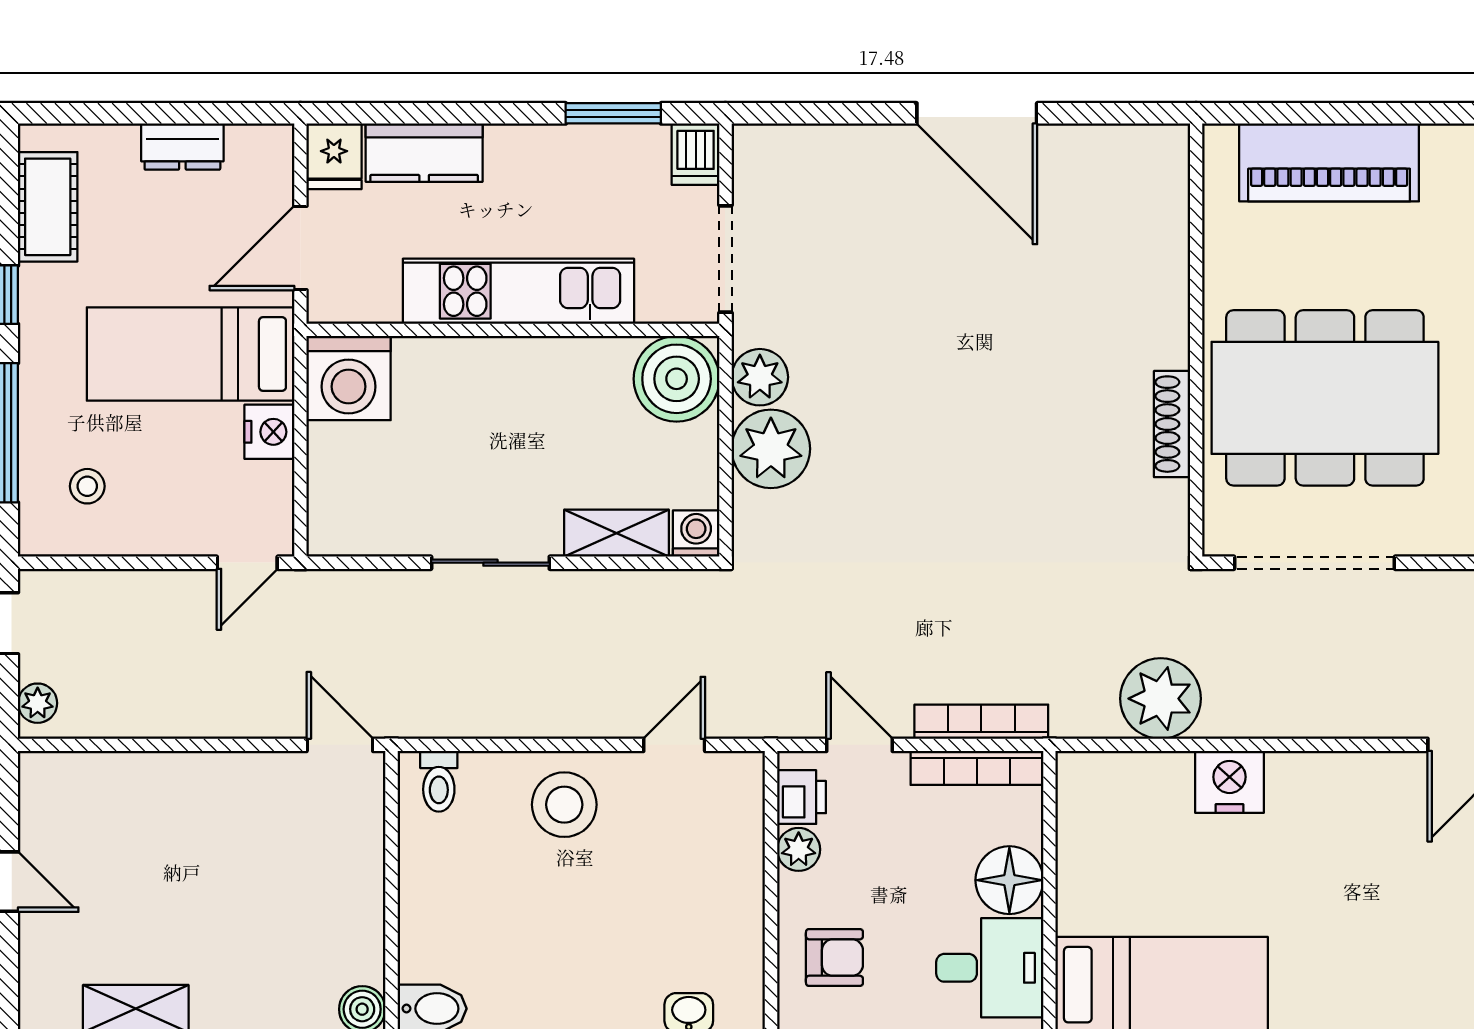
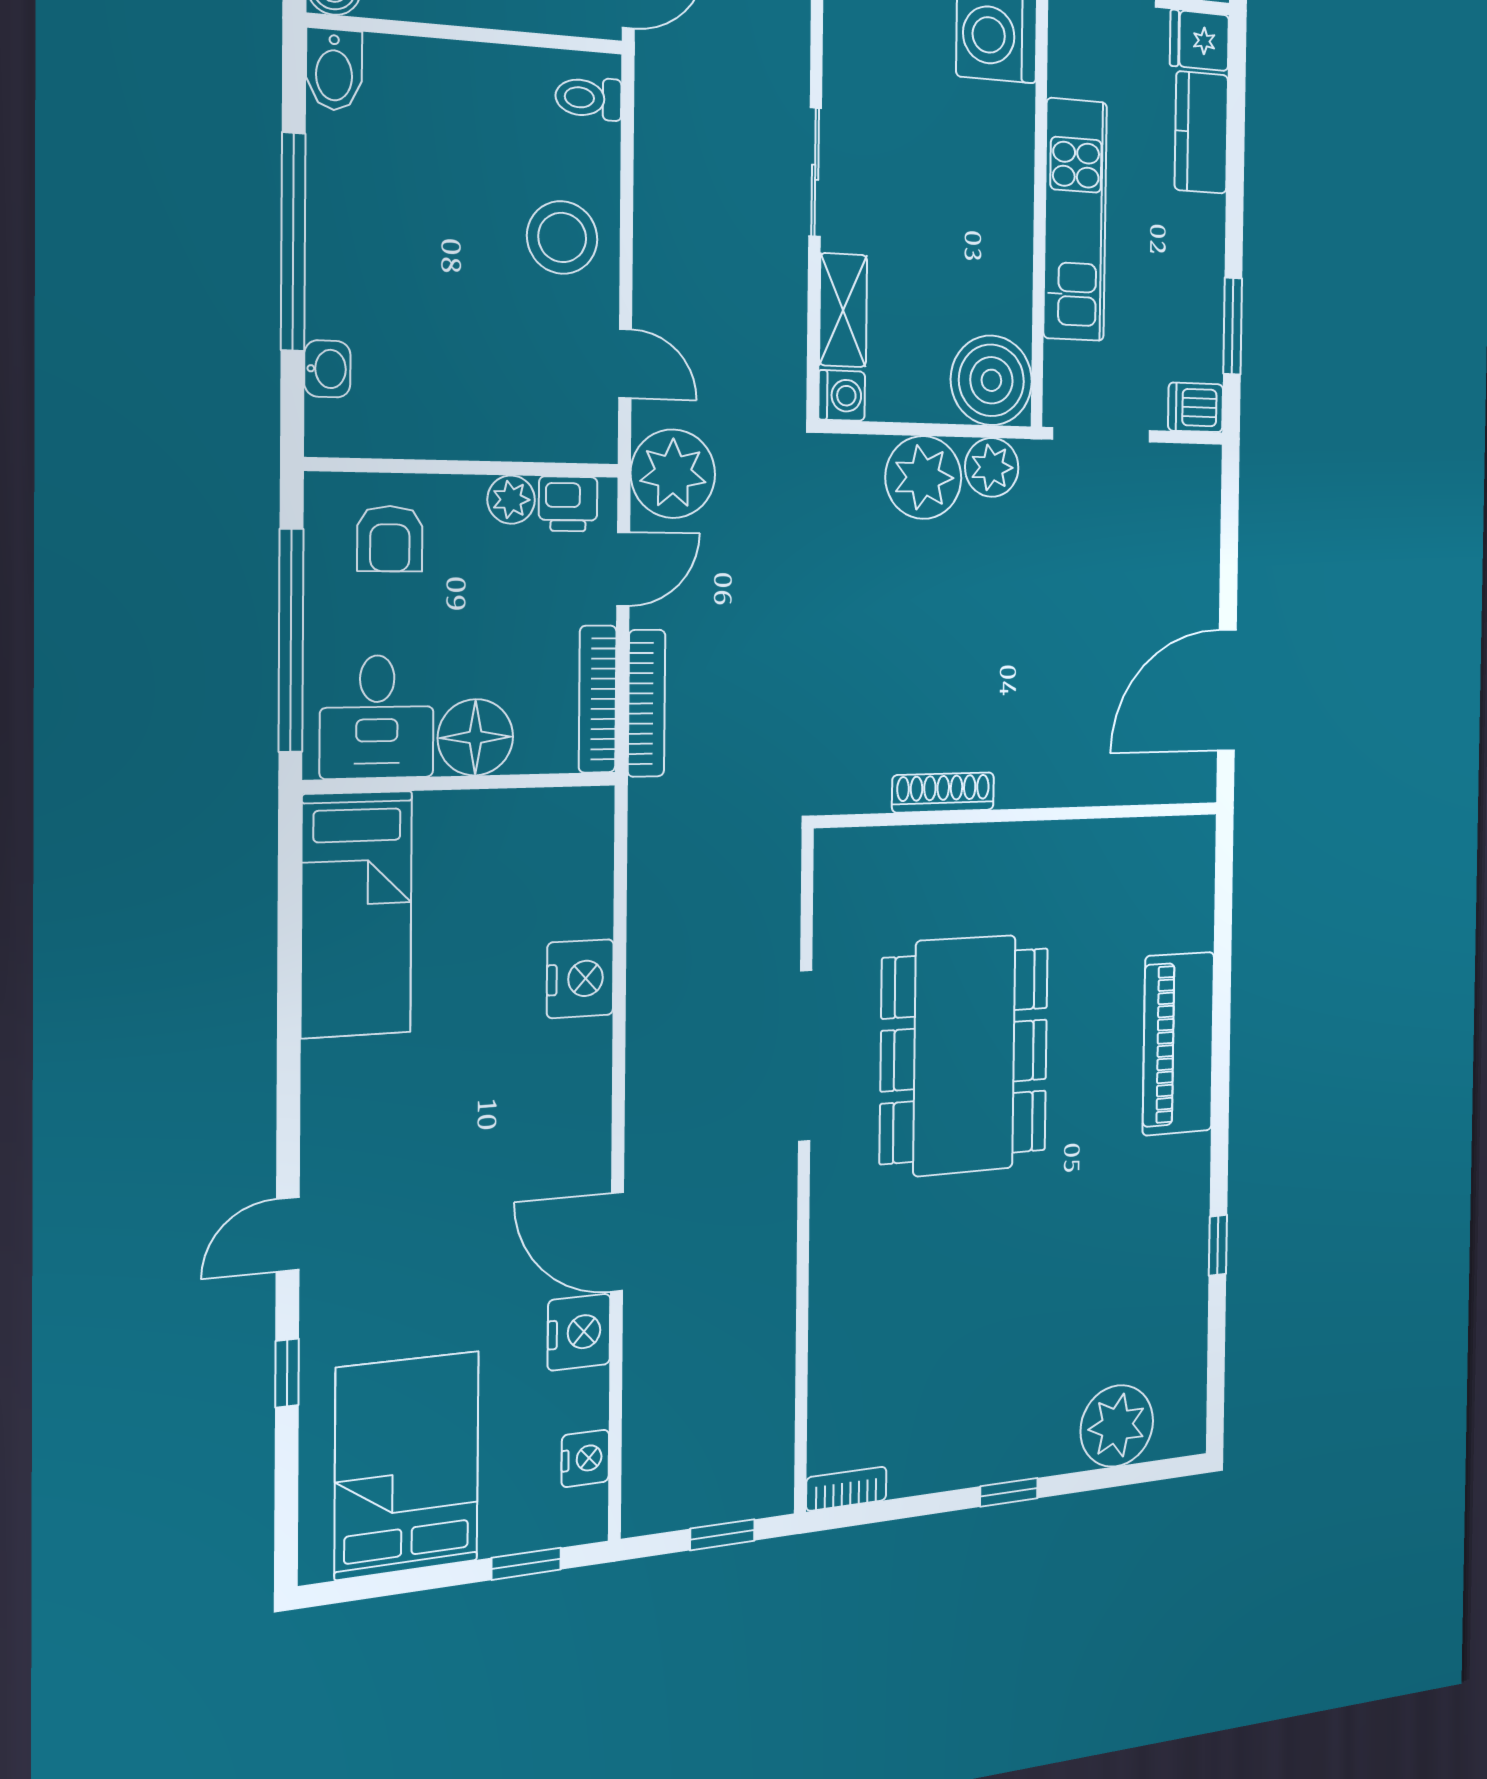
wall: (1196, 340) -> (1022, 815), moved
shoe rack: (1172, 424) -> (943, 792), moved
plant: (1161, 699) -> (673, 474), moved

